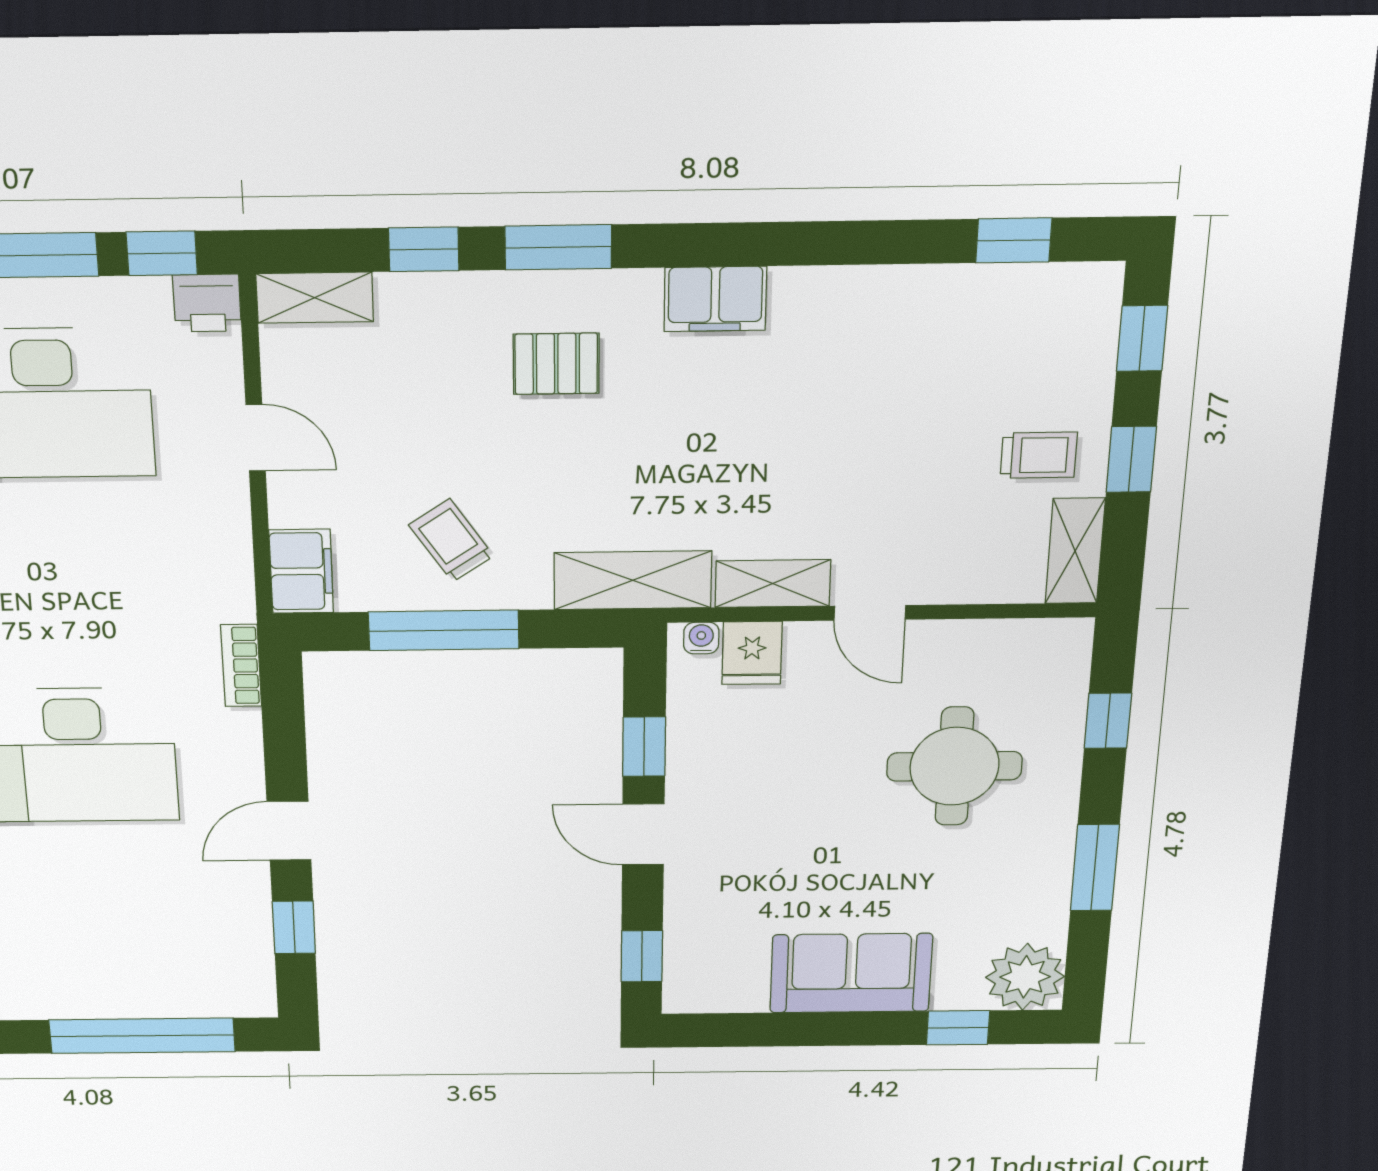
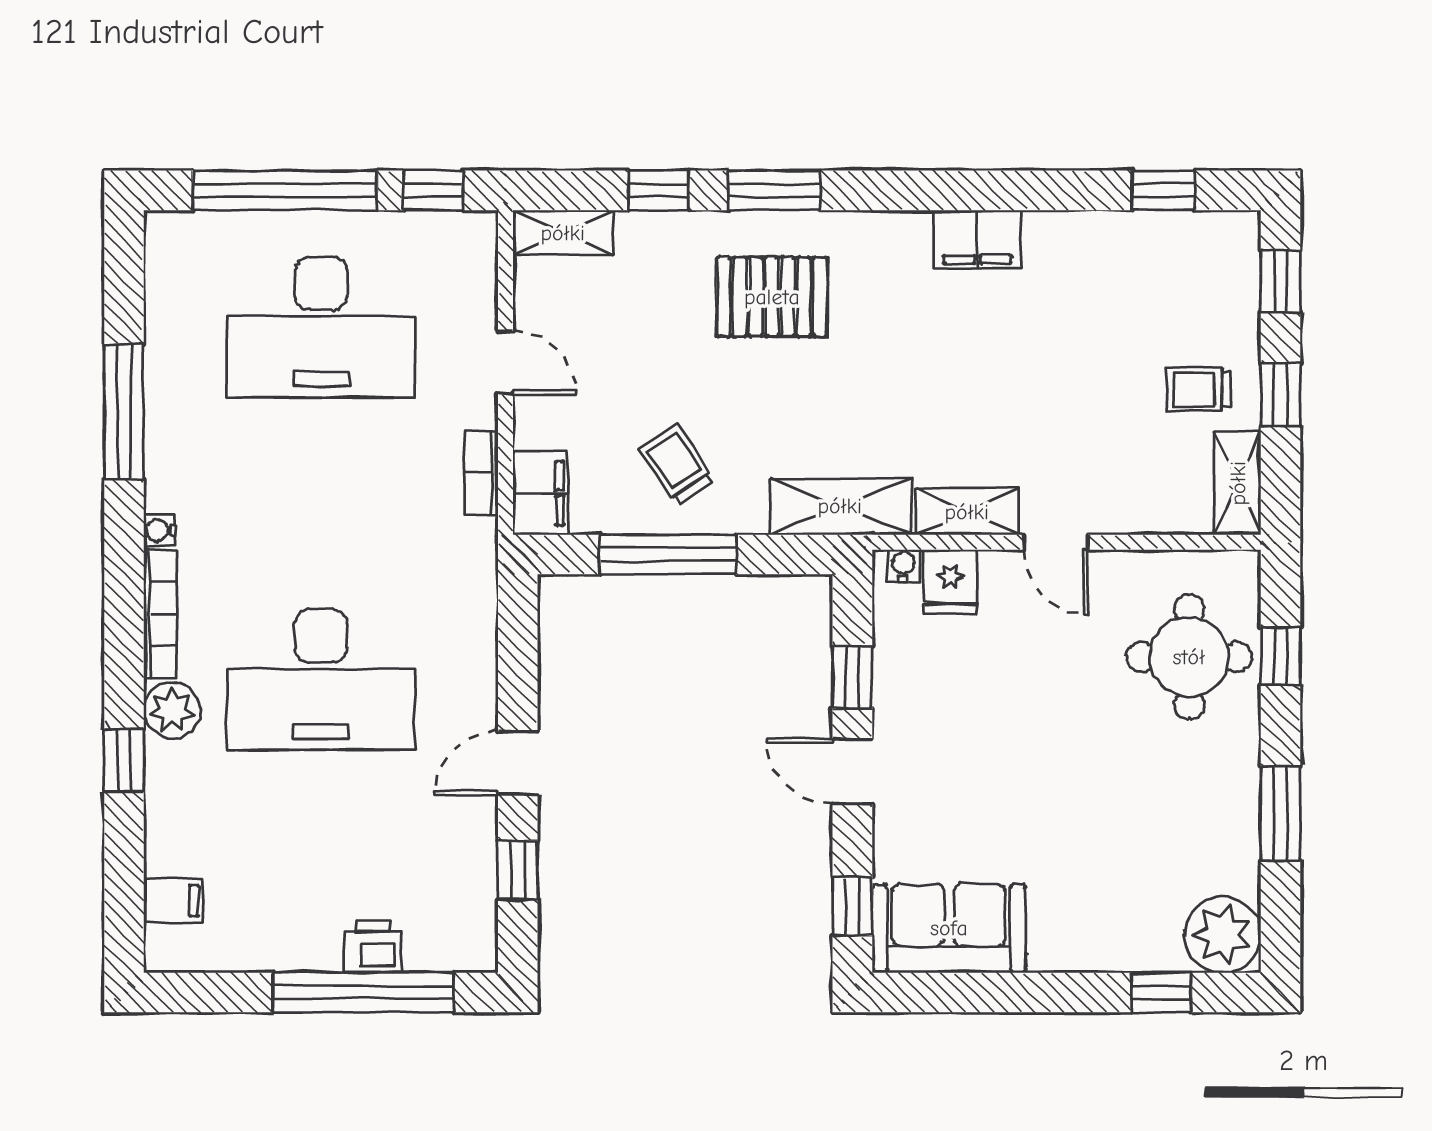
filing cabinet: (715, 299) -> (977, 239), moved
printer: (207, 303) -> (373, 947), moved, turned 180
pallet: (556, 364) -> (772, 297), width x1.50, depth x1.42
trolley: (1039, 455) -> (1198, 389), turned 180
bookcase: (241, 666) -> (481, 473), moved
round table: (954, 766) -> (1189, 657), moved
sofa: (851, 973) -> (949, 928), moved

